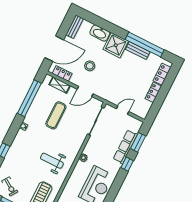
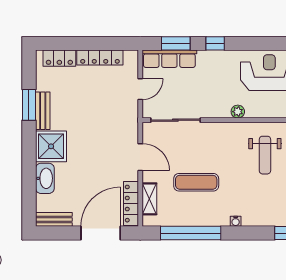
window: (145, 45) -> (29, 105), width x0.47
door: (54, 49) -> (101, 233), hinge flipped
stool: (90, 66) -> (100, 169), removed
locker: (62, 73) -> (131, 204), width x1.53
locker: (153, 92) -> (100, 58), width x1.53
door: (123, 110) -> (140, 89), swing flipped
row of seats: (125, 147) -> (169, 59), moved

